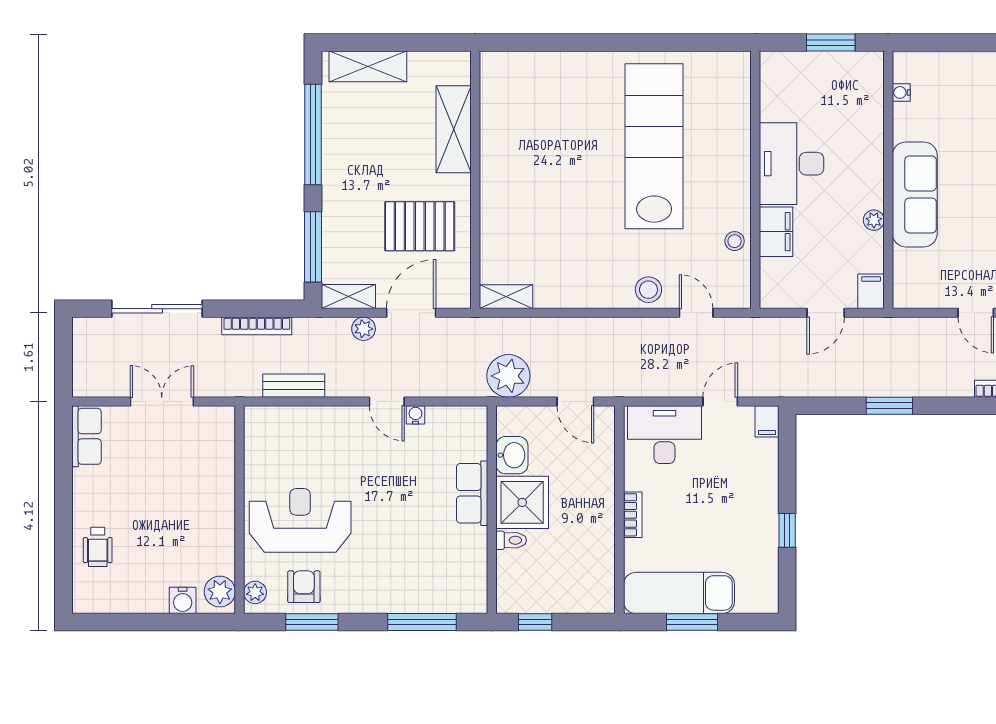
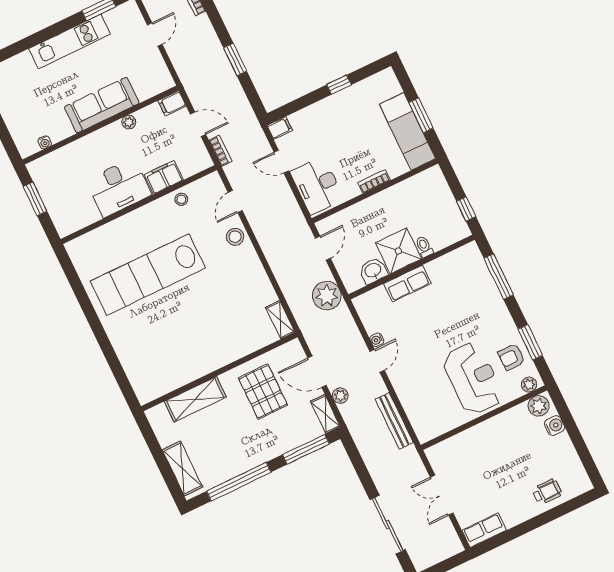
bookcase: (257, 326) -> (220, 151), moved, width x0.64
bench: (294, 386) -> (394, 421), width x1.36
reception desk: (300, 520) -> (473, 378), turned 180

